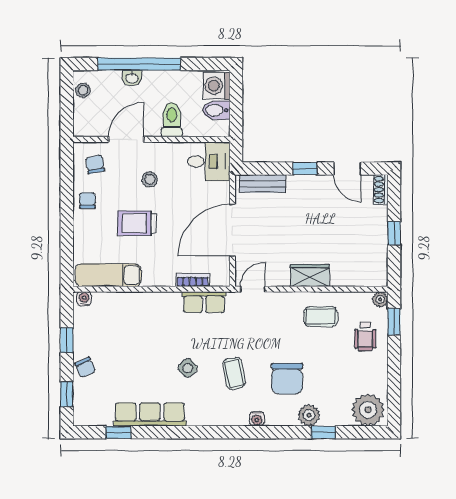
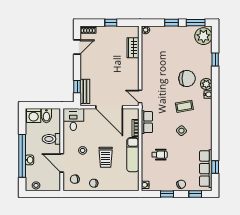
window: (305, 169) -> (77, 87), moved
exam couch: (108, 275) -> (133, 155), moved
wardrobe: (310, 276) -> (133, 48), moved
coffee table: (321, 317) -> (155, 61), removed
window: (394, 322) -> (172, 23), moved
wheelchair: (365, 336) -> (160, 155), moved
window: (394, 395) -> (196, 23), added
row of seats: (150, 414) -> (206, 169), moved
plant: (309, 415) -> (206, 84), moved

